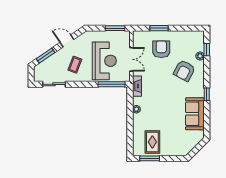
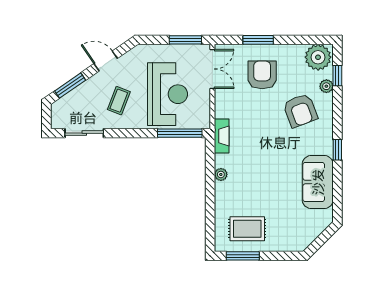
plant: (195, 39) -> (318, 57), added
double door: (131, 59) -> (212, 69), moved
armchair: (184, 71) -> (300, 110), turned -49
rug: (152, 142) -> (247, 229), turned 90

